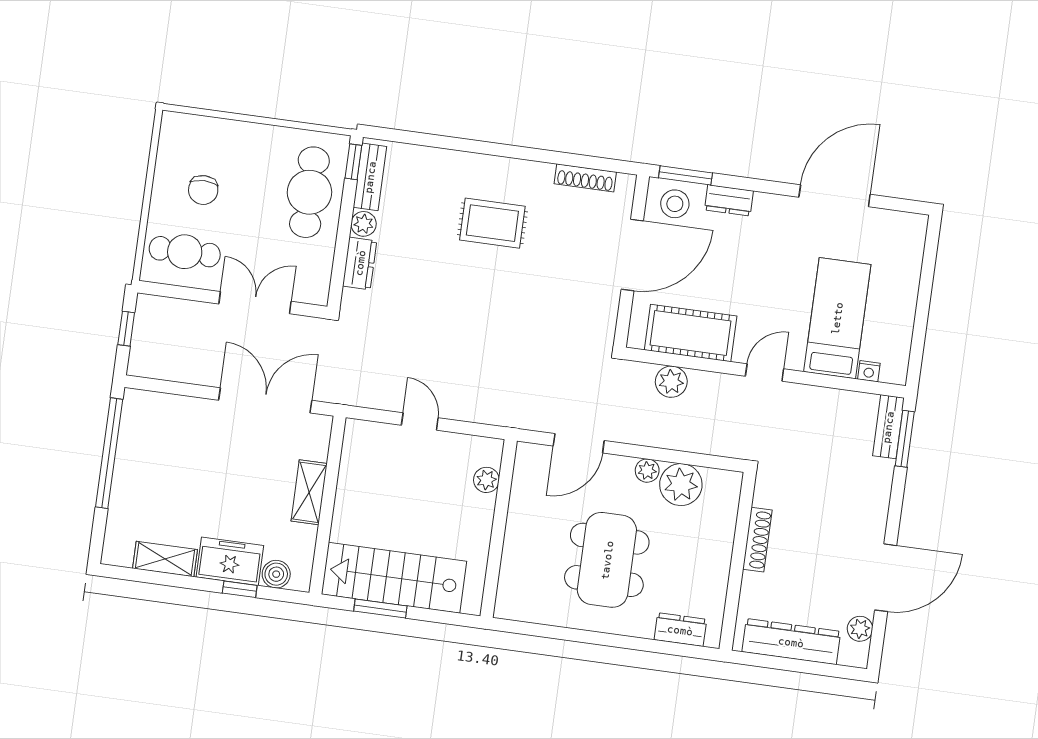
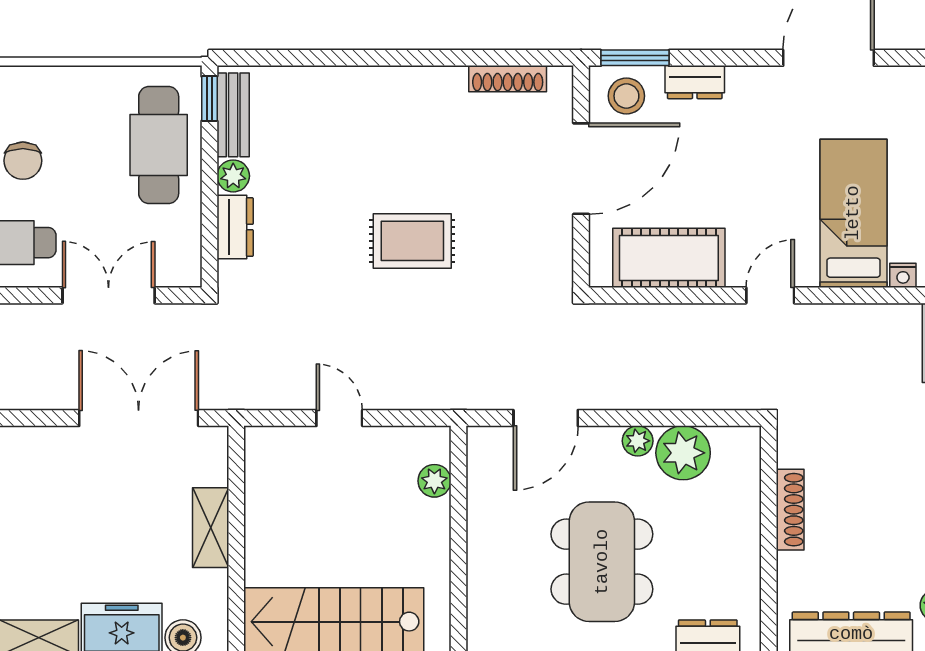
rug: (492, 223) -> (412, 241), moved
plant: (671, 382) -> (653, 323), removed

